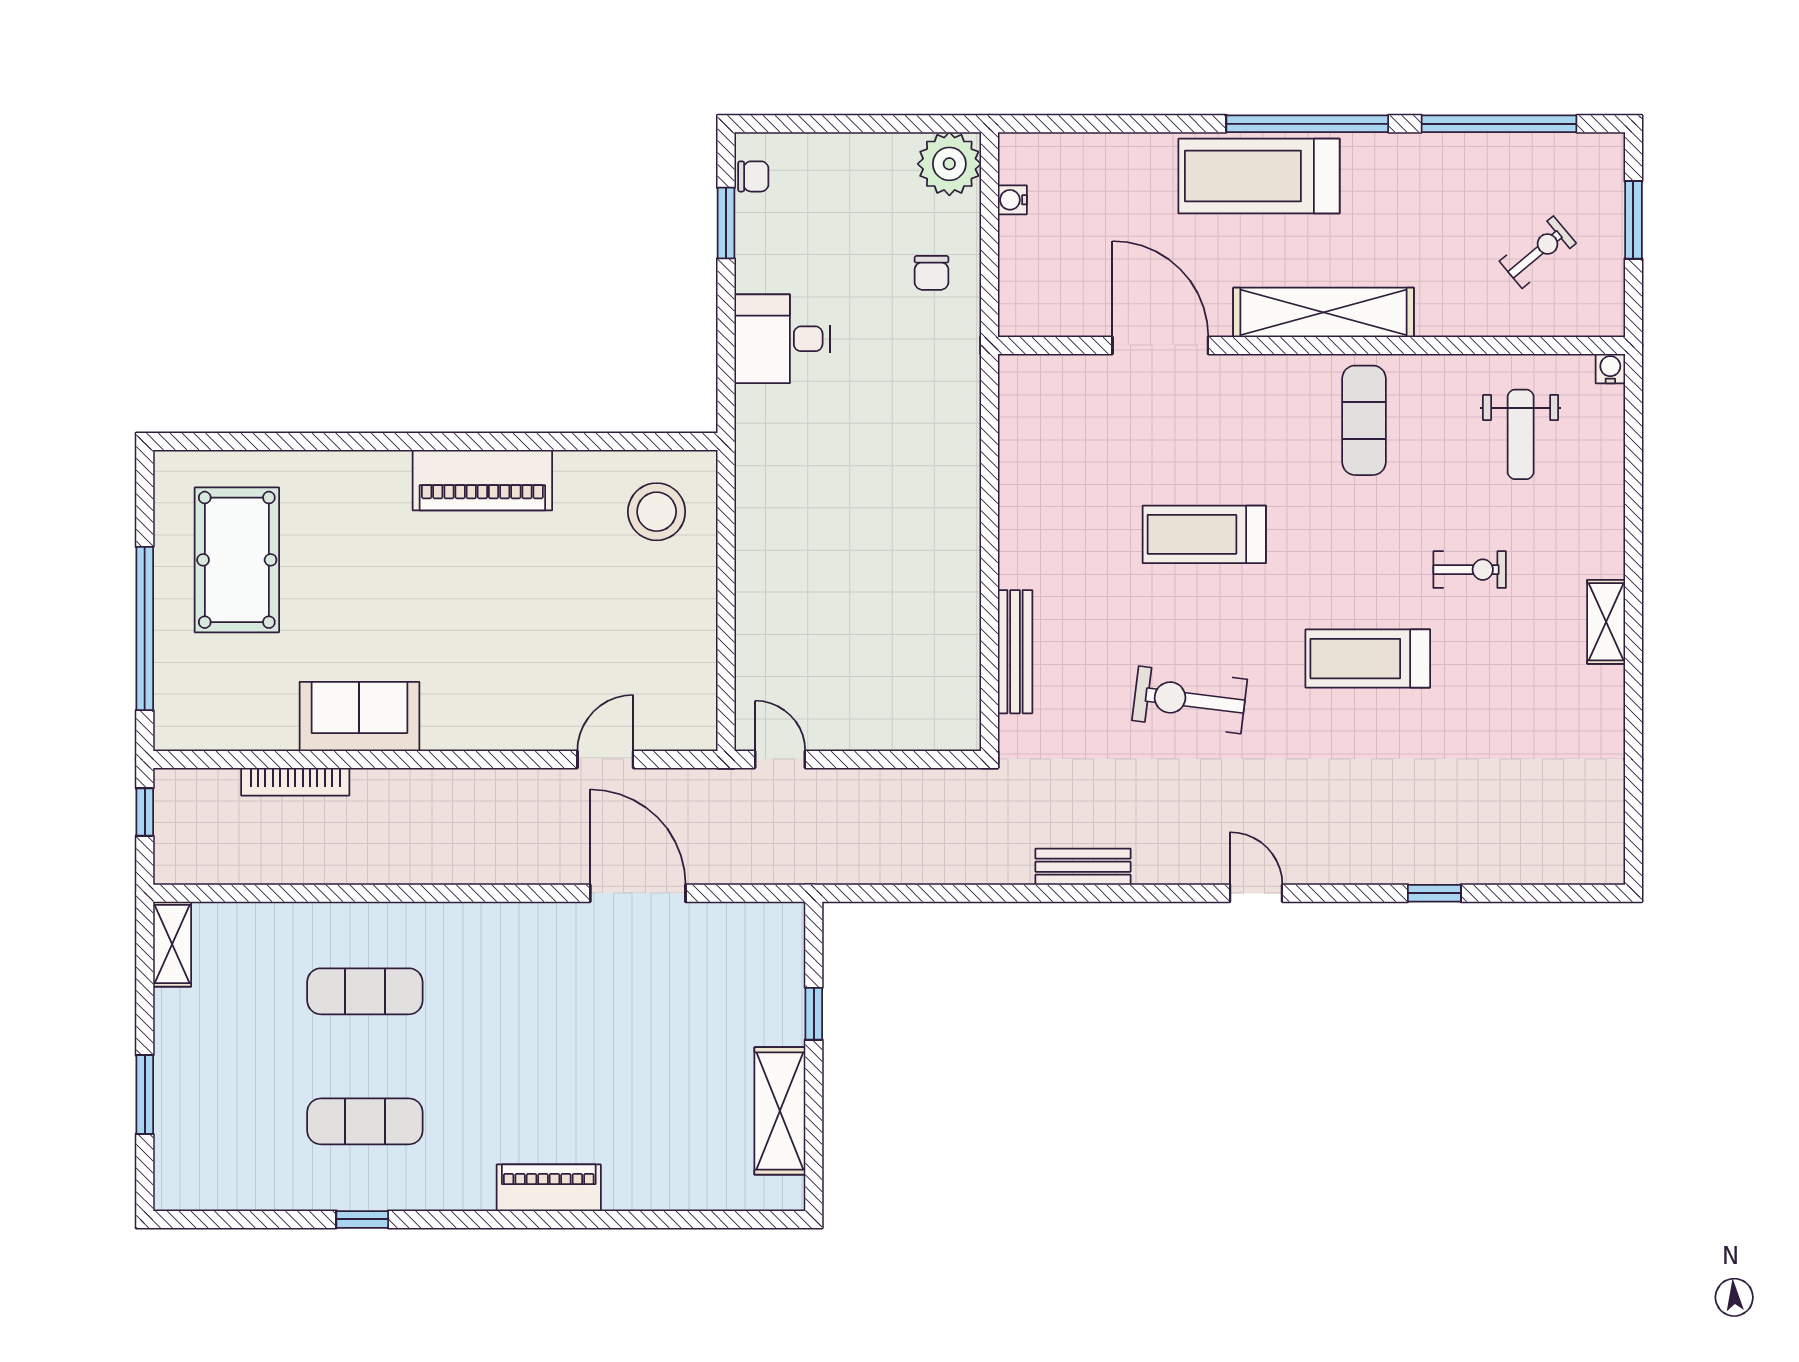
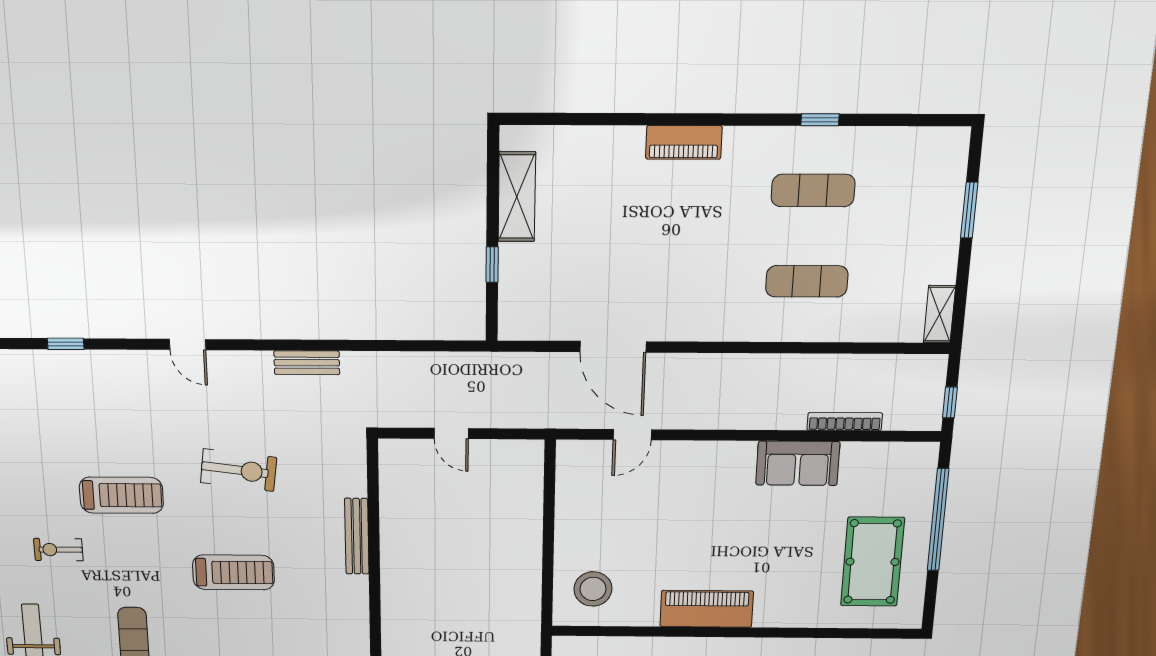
bench: (1015, 652) -> (357, 536), moved
door: (780, 759) -> (451, 433), moved

